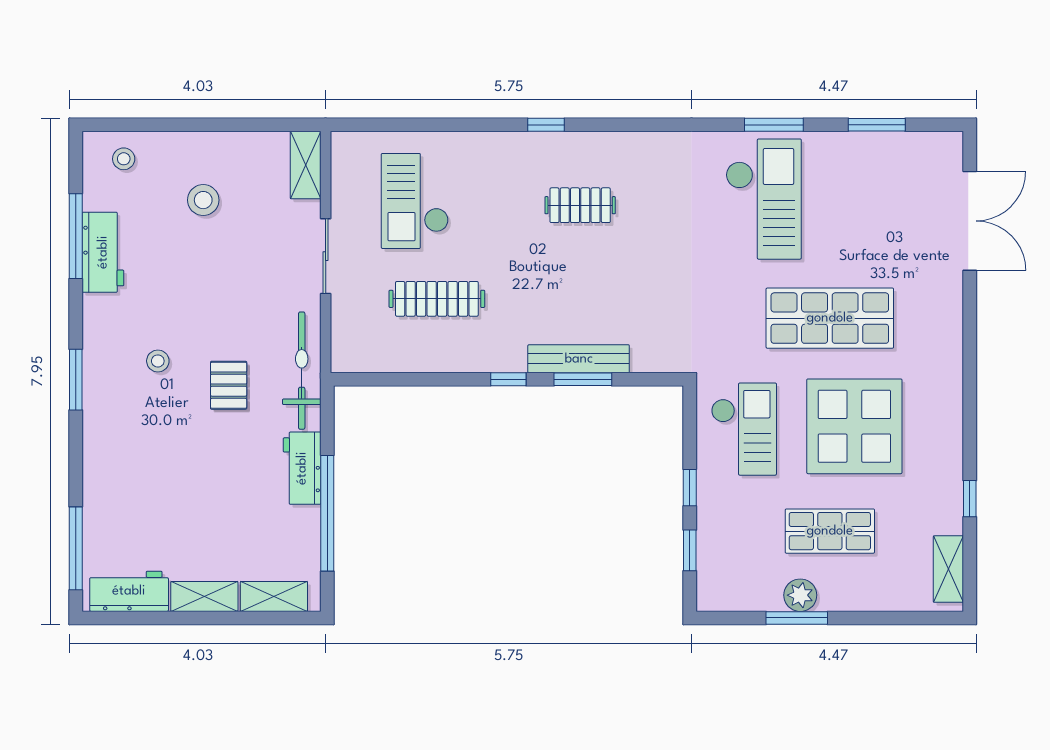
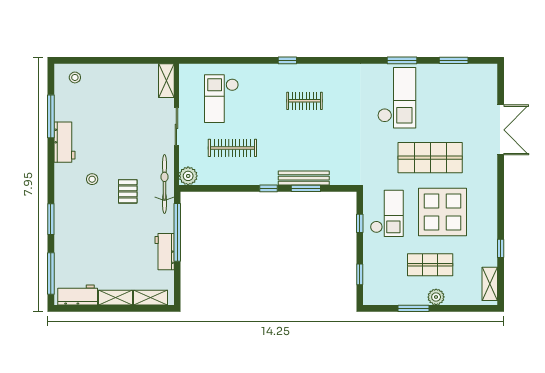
stool: (203, 200) -> (115, 98), removed
double door: (970, 221) -> (501, 130), moved
workbench: (103, 252) -> (64, 142), moved
plant: (349, 355) -> (188, 176), added
window: (76, 380) -> (51, 219), moved
workbench: (302, 468) -> (165, 252), moved
window: (690, 488) -> (360, 223), moved
window: (327, 513) -> (177, 232), moved
plant: (800, 595) -> (436, 297), moved

